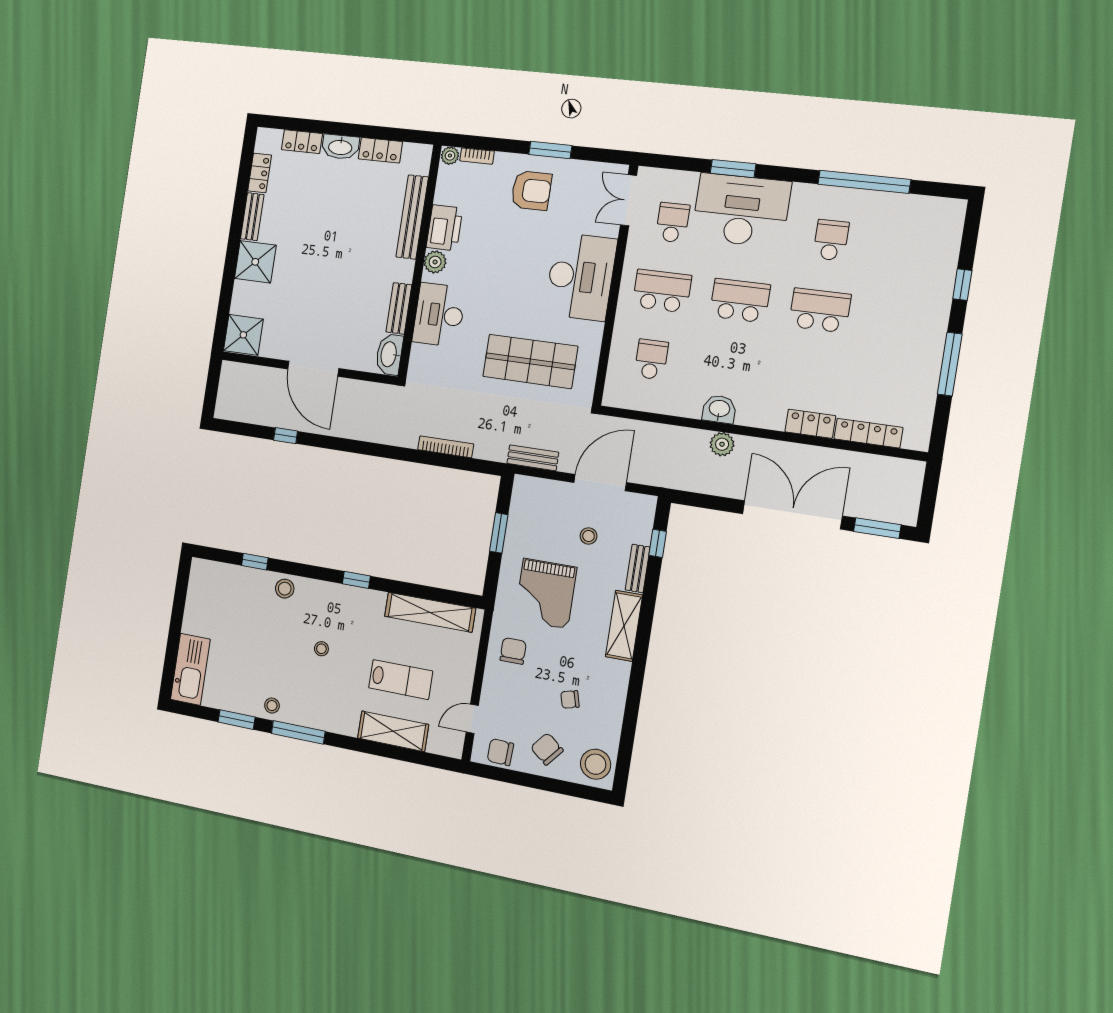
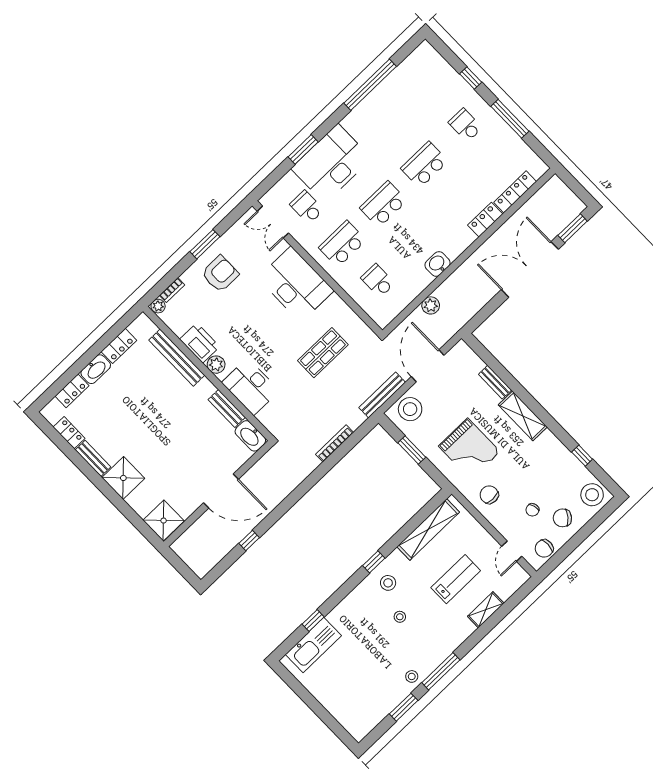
school desk: (831, 240) -> (465, 125), moved
shop shelf: (530, 361) -> (323, 353), width x0.70, depth x0.74
plant: (722, 444) -> (431, 305), moved
bench: (533, 458) -> (382, 395), width x1.36
stool: (589, 536) -> (410, 409), moved, width x1.89, depth x1.89
window: (658, 543) -> (582, 456), moved
stool: (285, 589) -> (388, 583), moved
kitchen sink: (190, 669) -> (313, 645), moved, turned 90
chair: (570, 699) -> (532, 510), moved
shelving: (393, 731) -> (486, 610), width x0.67, depth x0.75

